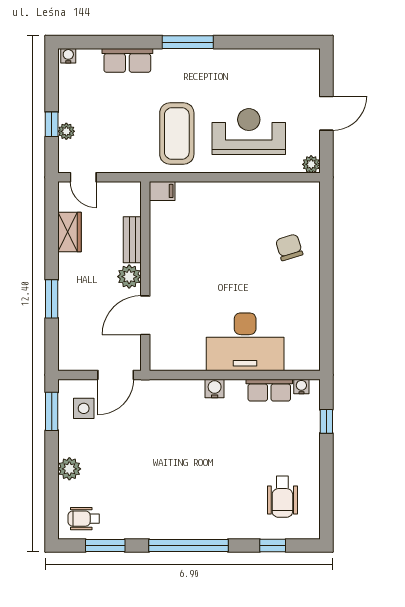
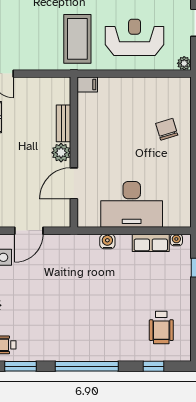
filing cabinet: (162, 191) -> (87, 85), moved
bench: (132, 240) -> (64, 123), moved
wall: (145, 276) -> (74, 152), moved
plant: (129, 277) -> (61, 153), moved
door: (145, 315) -> (74, 183), moved

